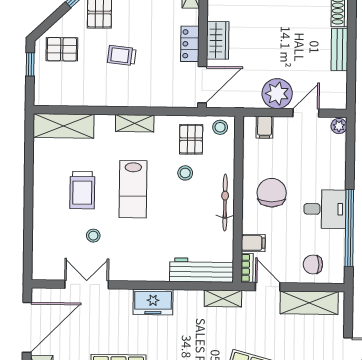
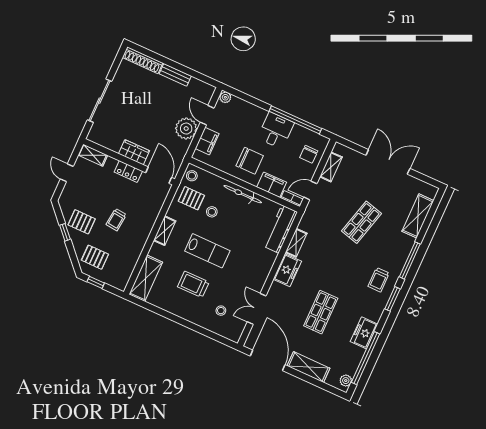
pallet: (62, 49) -> (95, 257), turned 90
filing cabinet: (265, 127) -> (207, 141), width x2.00
trolley: (82, 190) -> (193, 284), turned 180
chair: (272, 193) -> (250, 161), turned 180
stool: (93, 236) -> (221, 311), moved
filing cabinet: (253, 243) -> (272, 185), width x2.00
shelving: (223, 298) -> (296, 243), moved
shelving: (309, 303) -> (331, 167), width x0.67, depth x0.75

